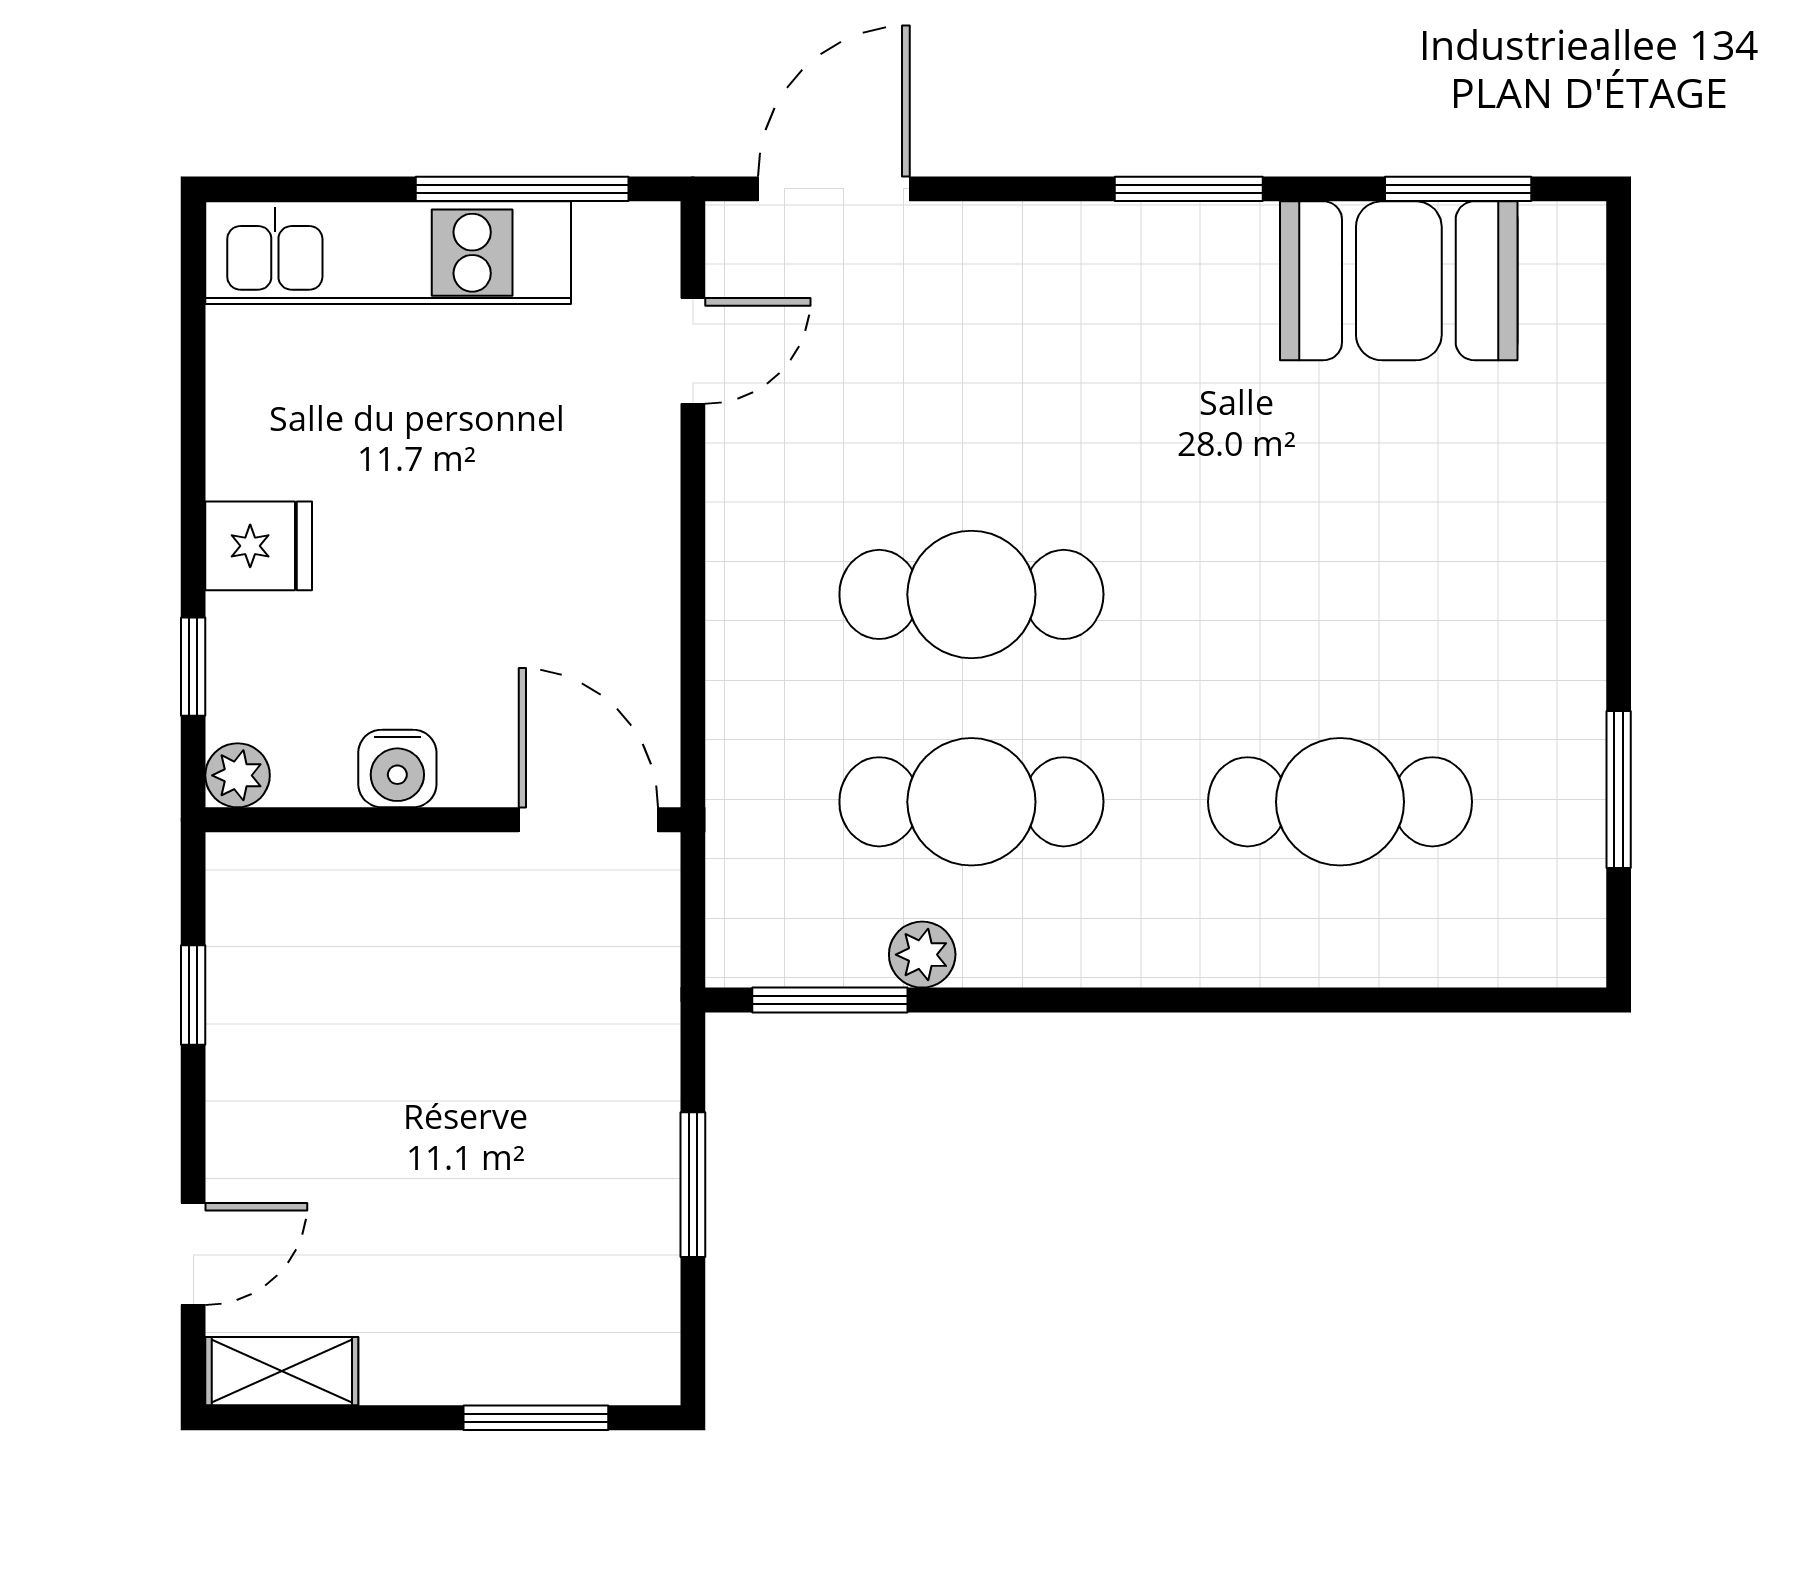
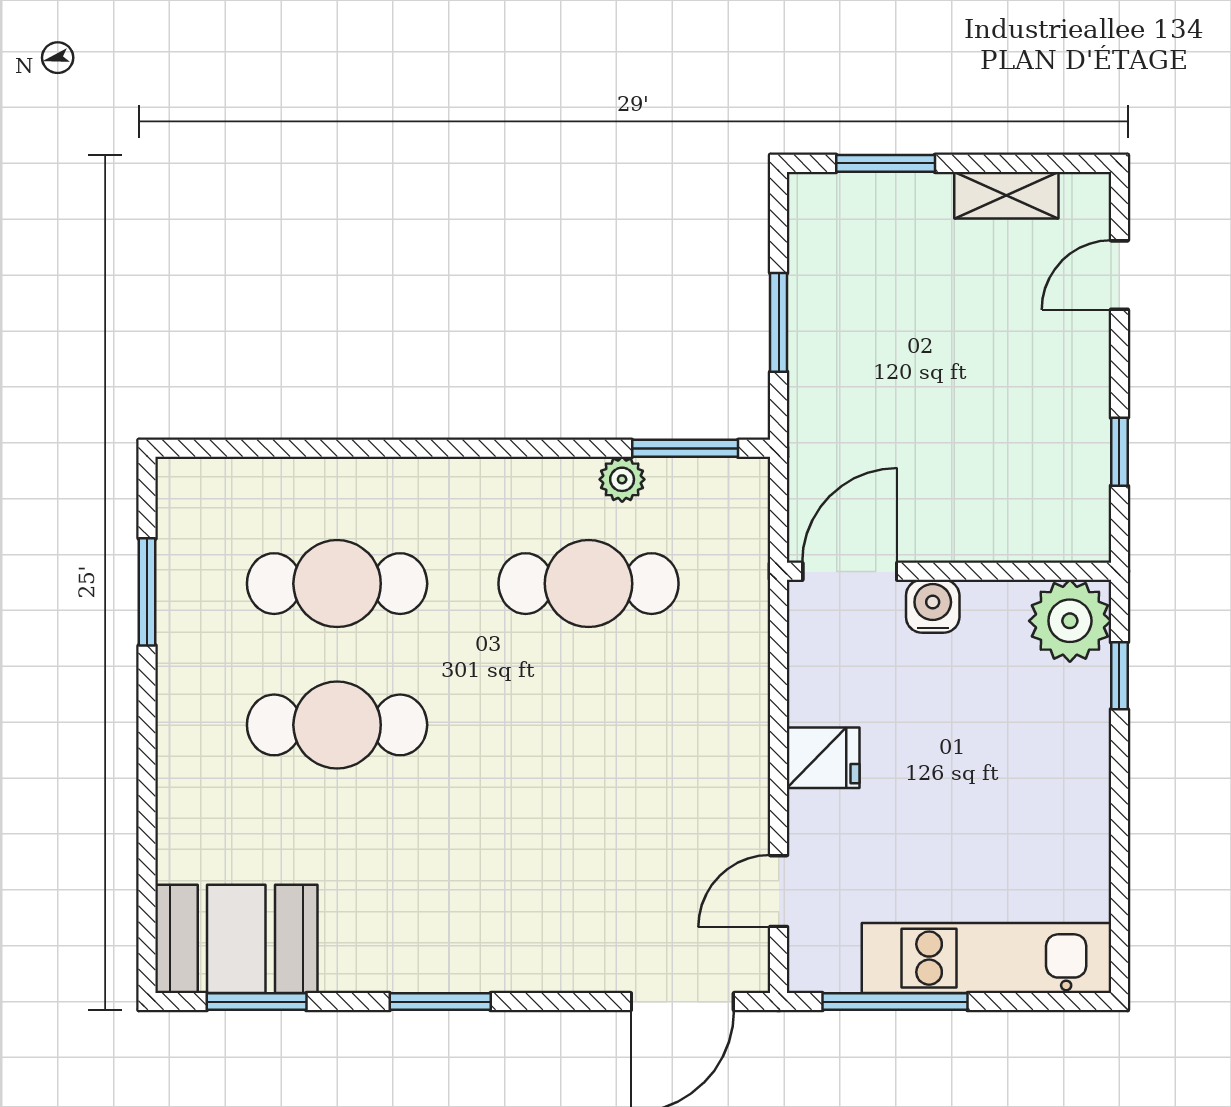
booth: (1399, 281) -> (236, 939), moved
fridge: (259, 546) -> (823, 758), moved, turned 180
cafe table: (971, 594) -> (337, 725), moved
water cooler: (397, 768) -> (933, 606), moved
plant: (238, 775) -> (1070, 621), width x1.88, depth x1.88
door: (588, 820) -> (850, 571), swing flipped
shelving: (282, 1371) -> (1006, 195), moved

